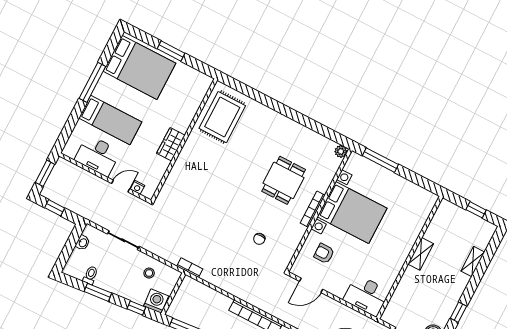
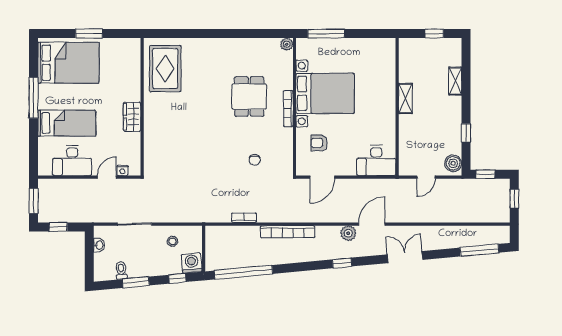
bookcase: (190, 268) -> (244, 218), moved

